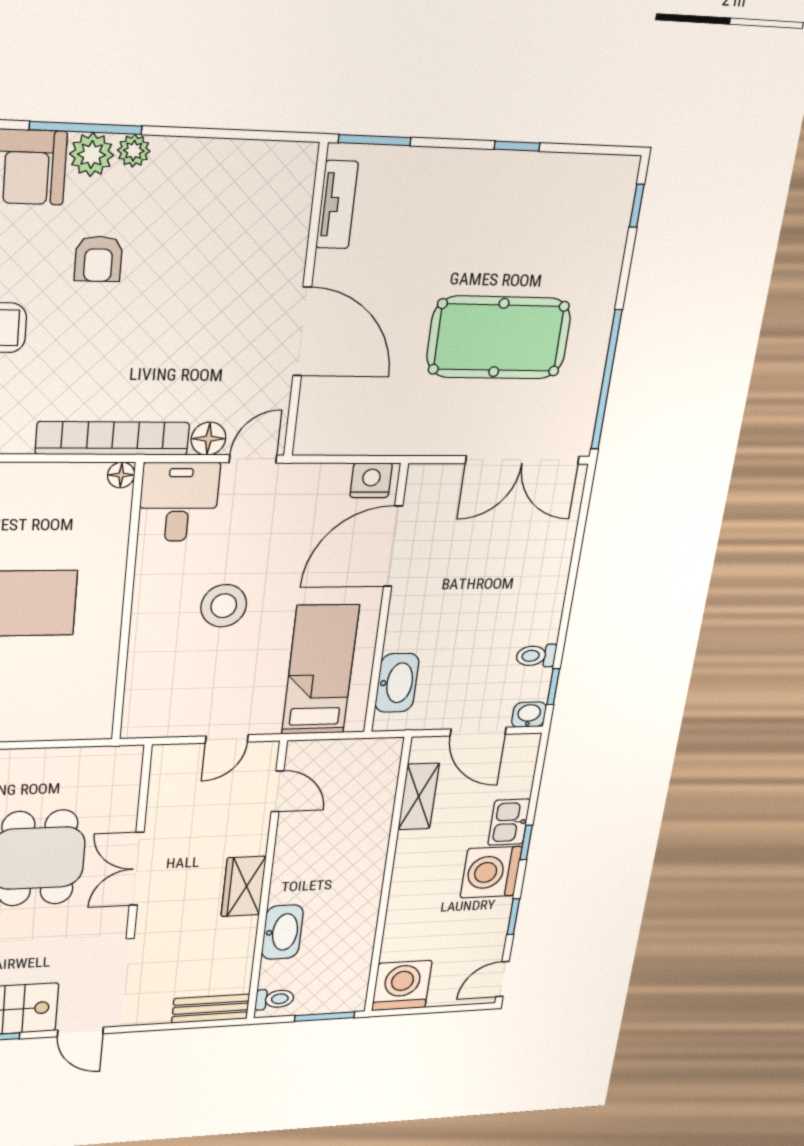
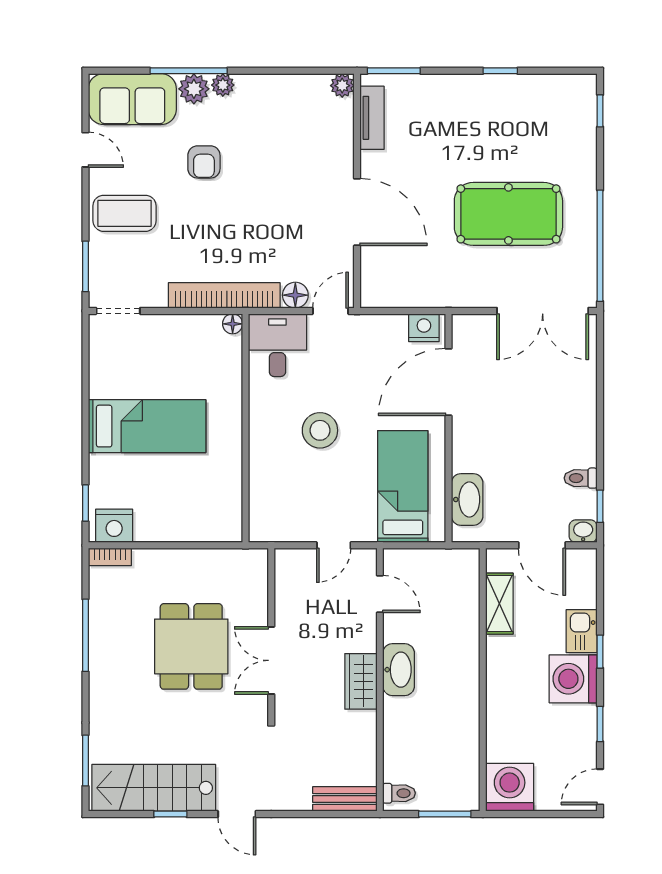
plant: (302, 158) -> (342, 86), added
washbasin: (282, 932) -> (399, 670), moved

